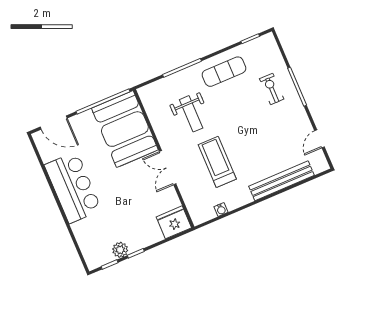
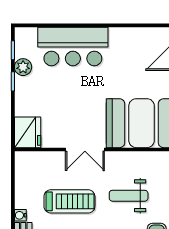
double door: (168, 168) -> (85, 149), swing flipped
bar counter: (73, 187) -> (73, 46), moved
water cooler: (221, 209) -> (20, 215), moved

